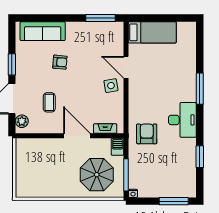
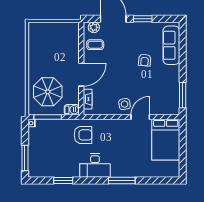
bed: (152, 32) -> (166, 140), width x1.50
coffee table: (49, 102) -> (95, 45), moved

